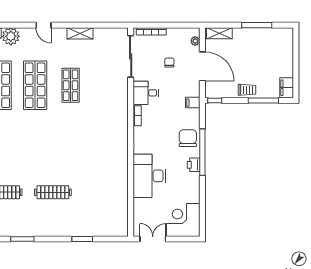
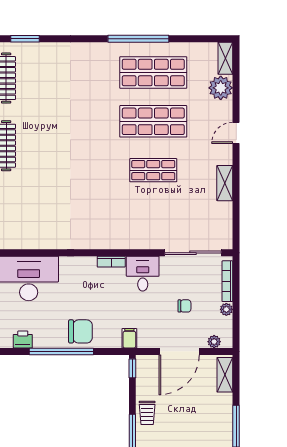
plant: (172, 32) -> (226, 309), added
printer: (194, 165) -> (23, 339), moved

